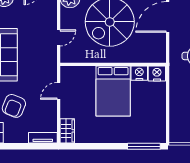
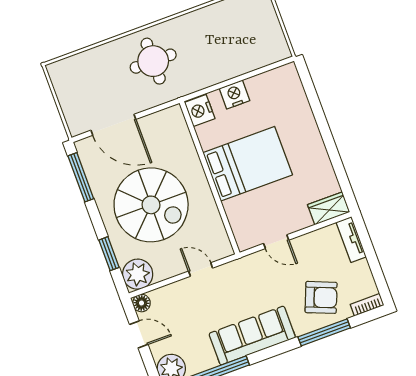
nightstand: (139, 73) -> (235, 95), moved, turned 90
window: (144, 146) -> (310, 91), removed

